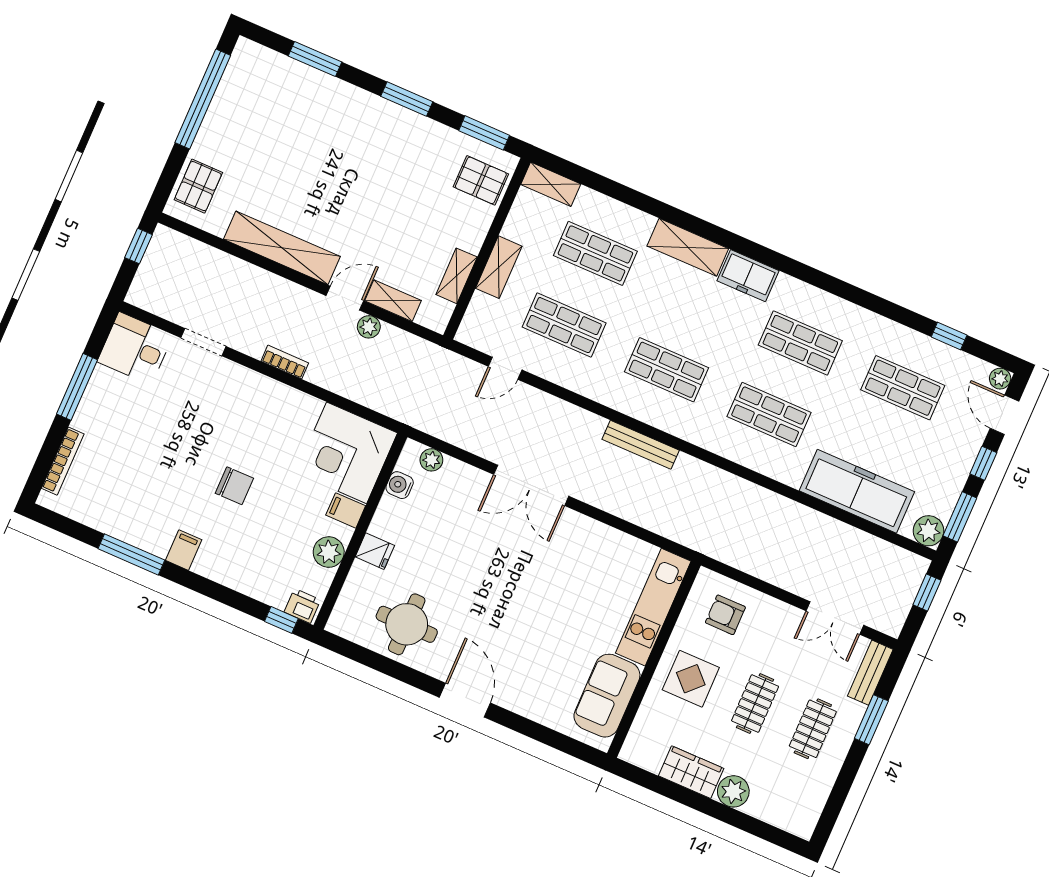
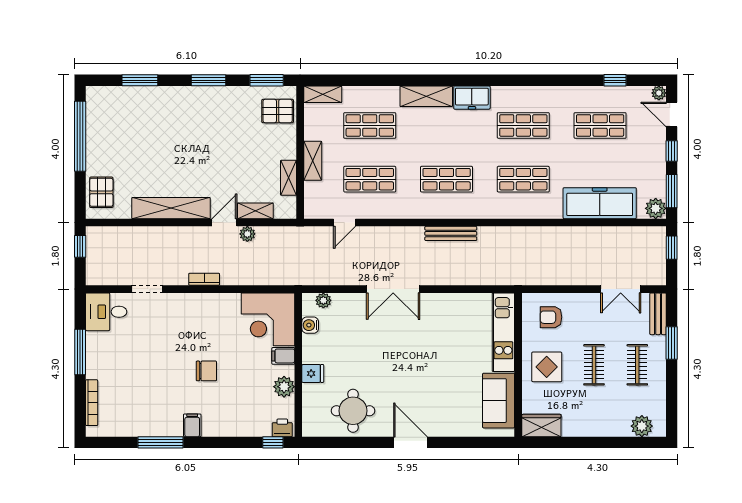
wardrobe: (691, 772) -> (541, 426), moved
plant: (733, 791) -> (642, 426), moved

